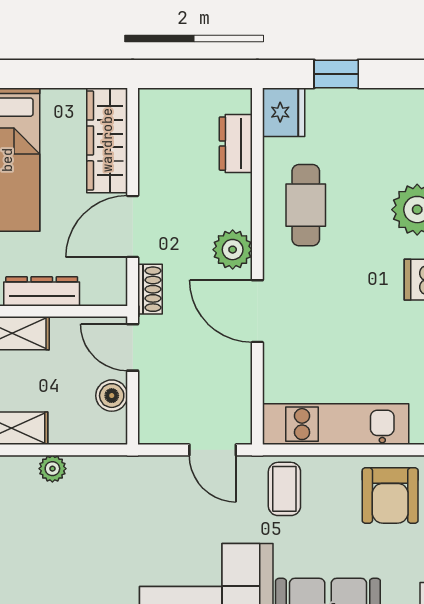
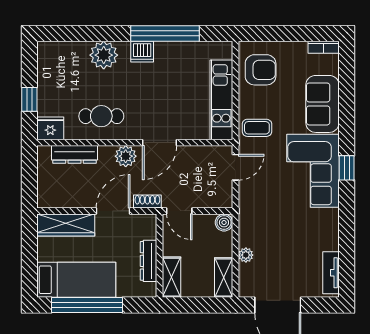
dresser: (236, 144) -> (75, 154), width x1.44
door: (133, 227) -> (113, 211), swing flipped
door: (133, 347) -> (179, 211), hinge flipped
boiler: (112, 396) -> (224, 223), moved

